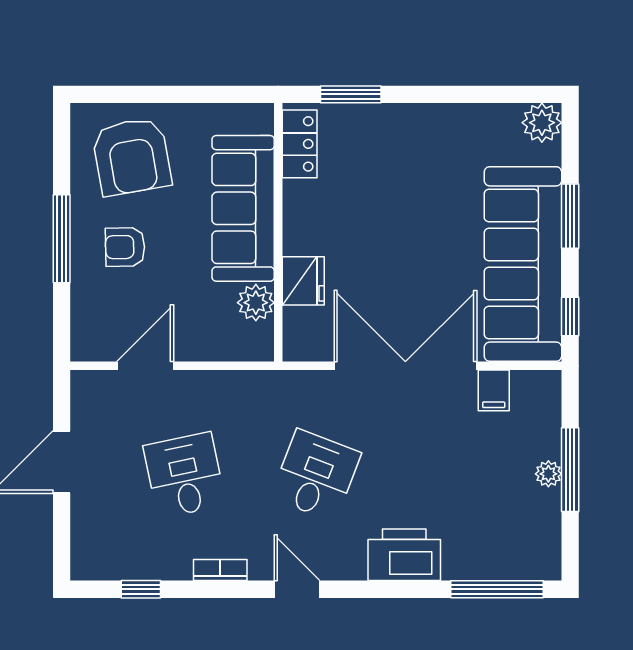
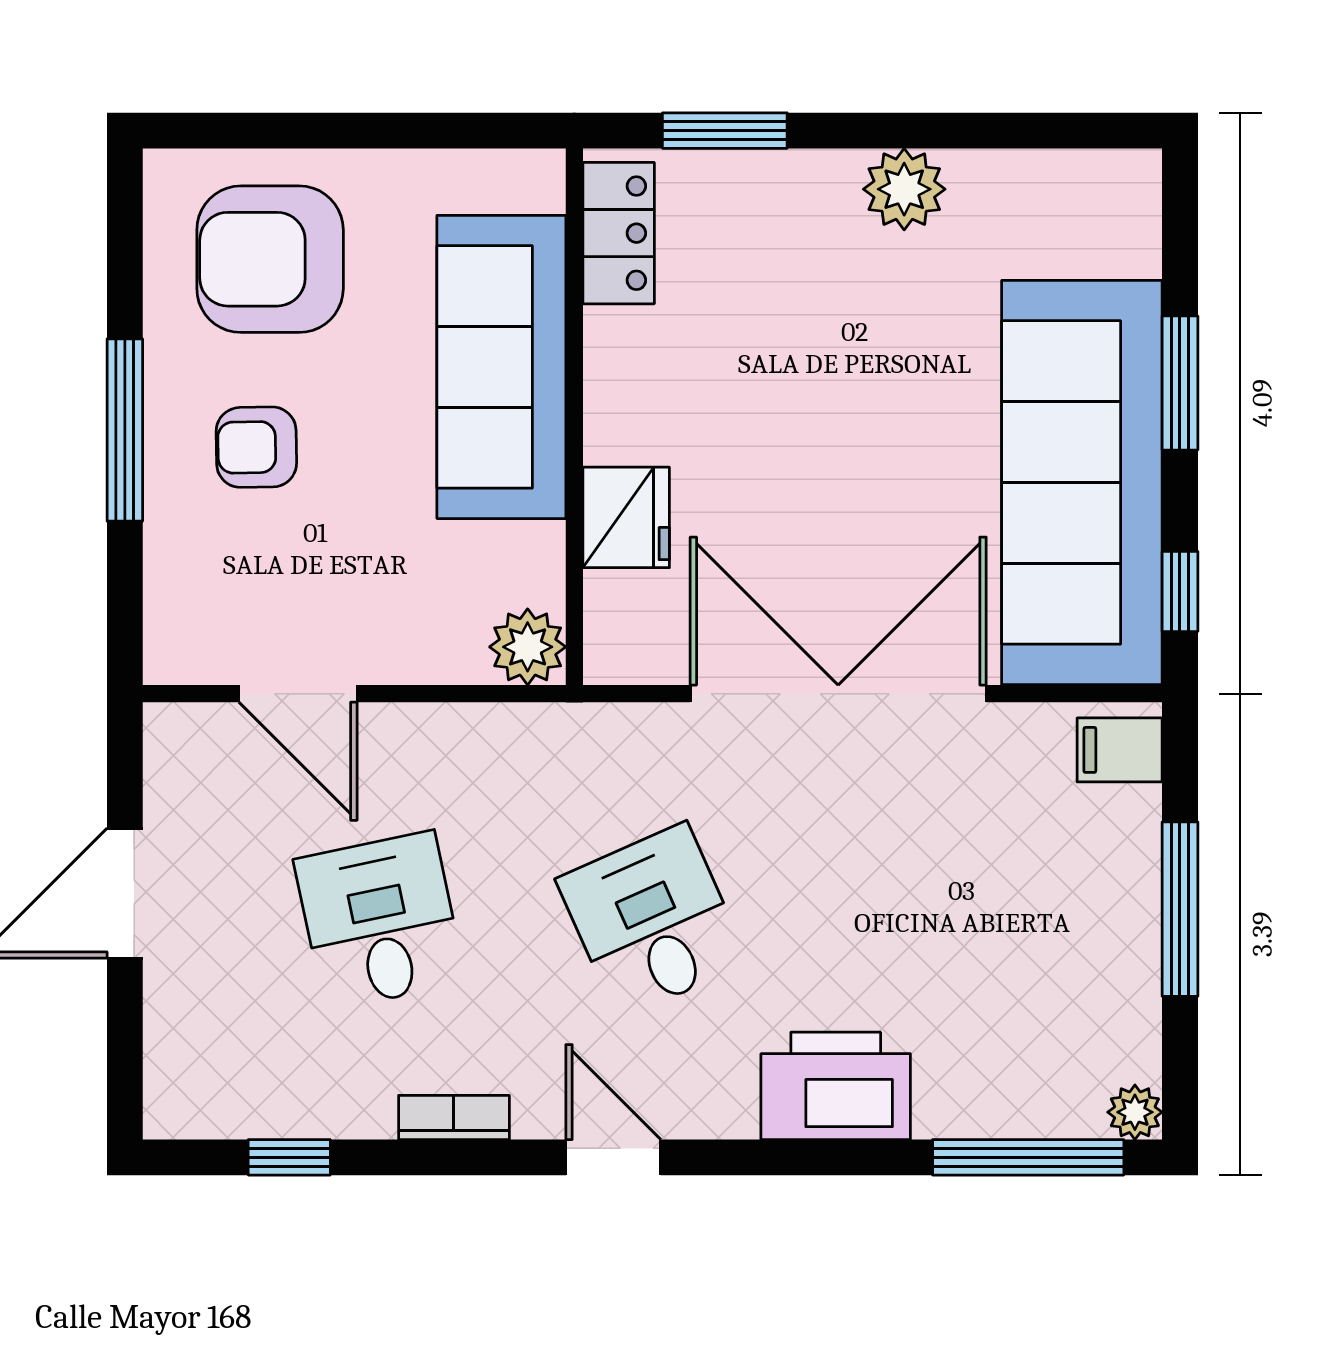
plant: (542, 123) -> (904, 189), moved
armchair: (132, 156) -> (270, 259), turned 100
plant: (256, 303) -> (528, 647), moved
door: (145, 366) -> (298, 694), swing flipped
filing cabinet: (494, 390) -> (1120, 750), moved, turned 90
plant: (548, 474) -> (1135, 1112), moved
desk: (316, 475) -> (652, 921), turned -45

